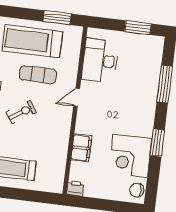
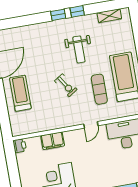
door: (77, 97) -> (91, 125), swing flipped

